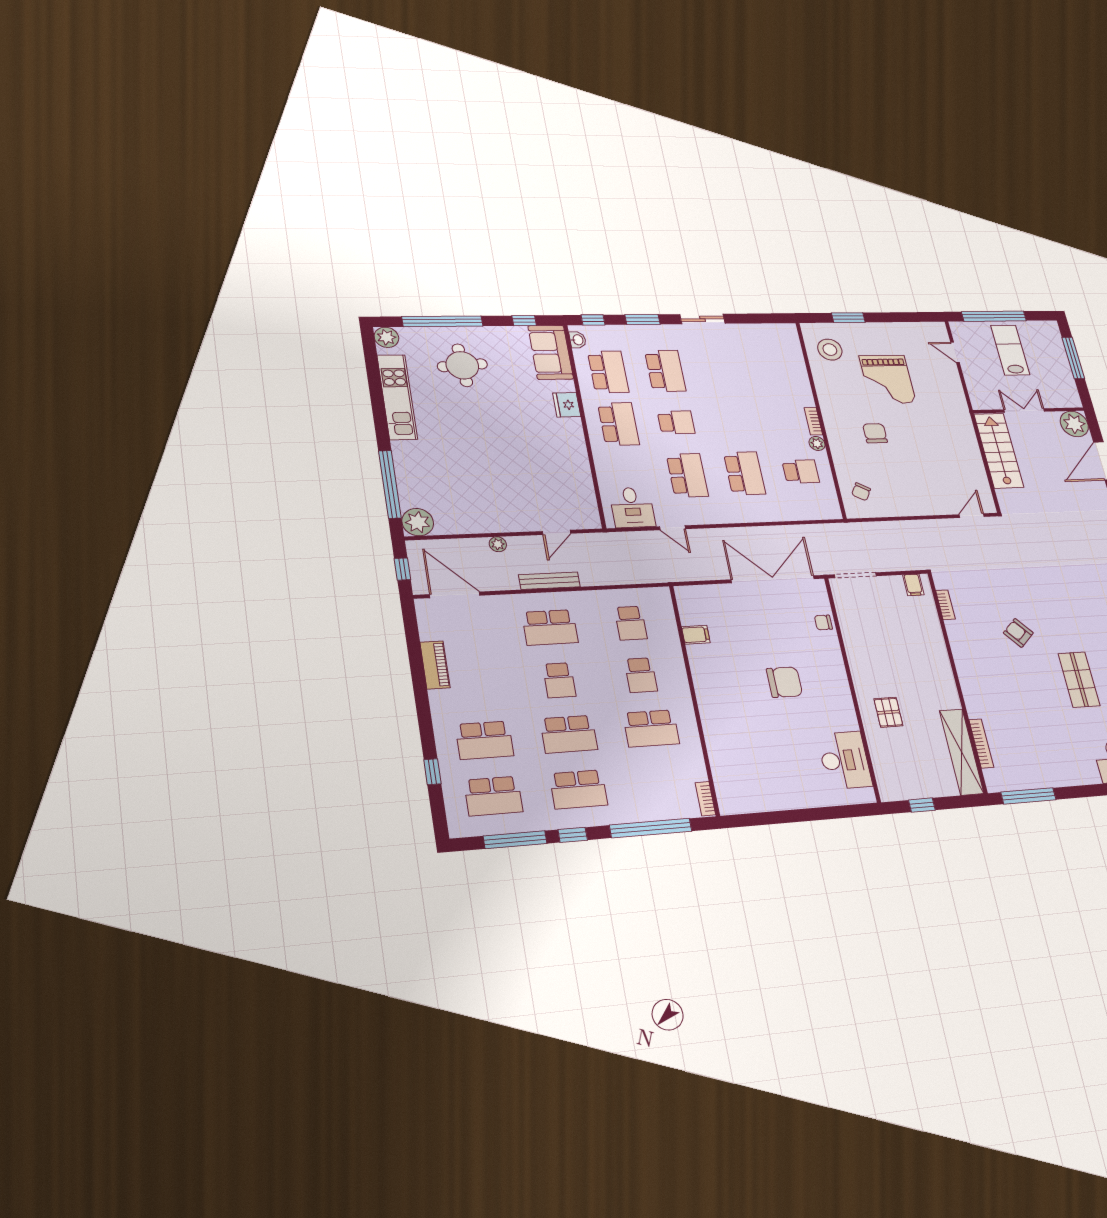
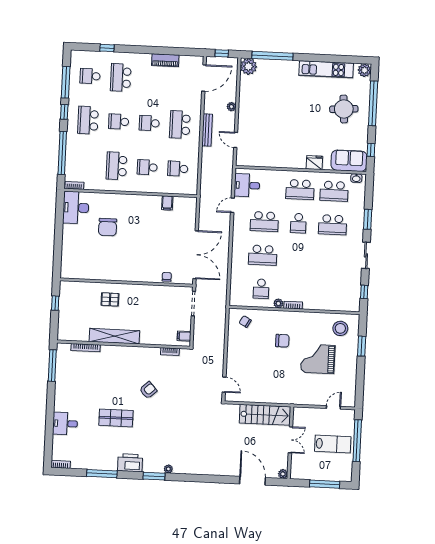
window: (593, 320) -> (364, 292), moved
plant: (1074, 424) -> (283, 474), width x0.53, depth x0.53
chair: (784, 682) -> (108, 227), moved
school desk: (569, 734) -> (119, 122), width x0.54
shelving: (962, 752) -> (114, 336), moved
desk: (845, 760) -> (76, 208), moved, turned 90
school desk: (493, 796) -> (90, 76), width x0.54

